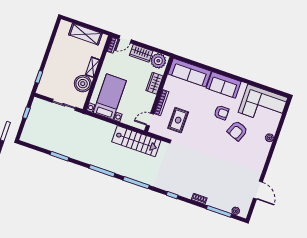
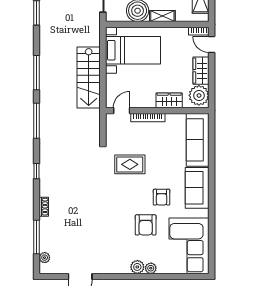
door: (150, 120) -> (122, 111), hinge flipped
rug: (178, 120) -> (130, 164), moved
armchair: (237, 131) -> (146, 225), turned -112
stairs: (136, 141) -> (89, 77), moved
plant: (265, 147) -> (137, 267), added

